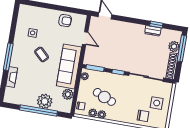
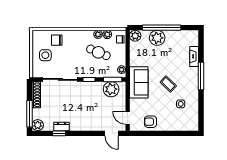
door: (85, 38) -> (128, 118), moved
plant: (174, 46) -> (38, 125), moved
plant: (98, 59) -> (111, 89), added
sofa: (69, 66) -> (139, 82), width x0.73
plant: (68, 94) -> (135, 36), moved

